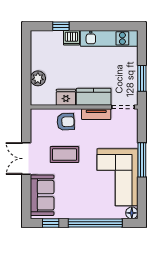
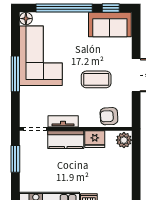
plant: (38, 78) -> (124, 140), moved
armchair: (66, 122) -> (109, 116), moved
sofa: (42, 195) -> (110, 25), moved, turned -90

